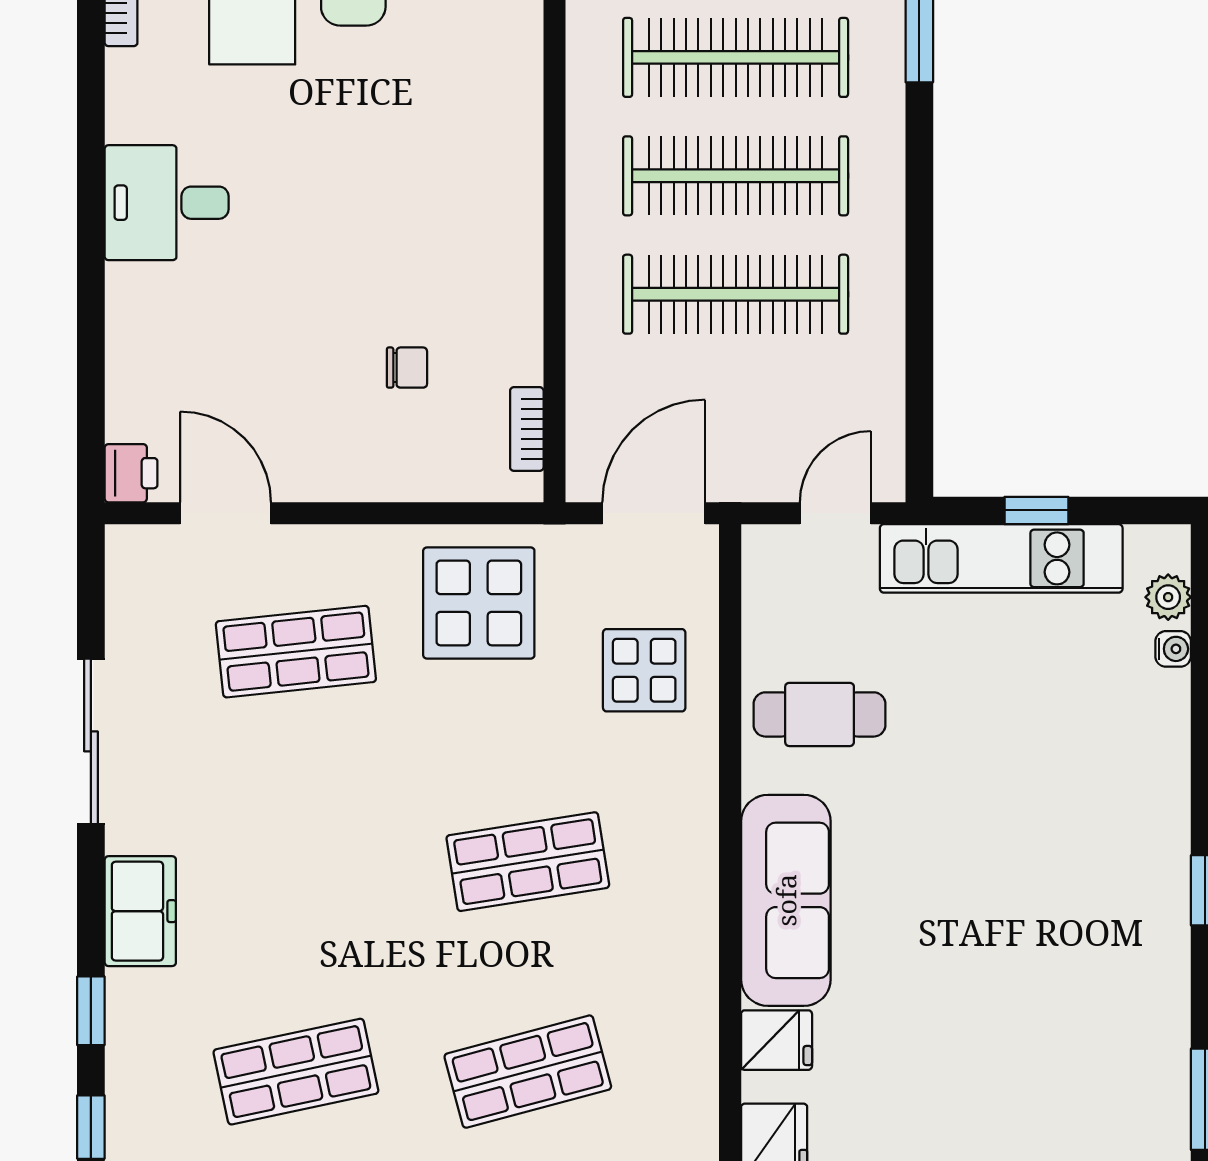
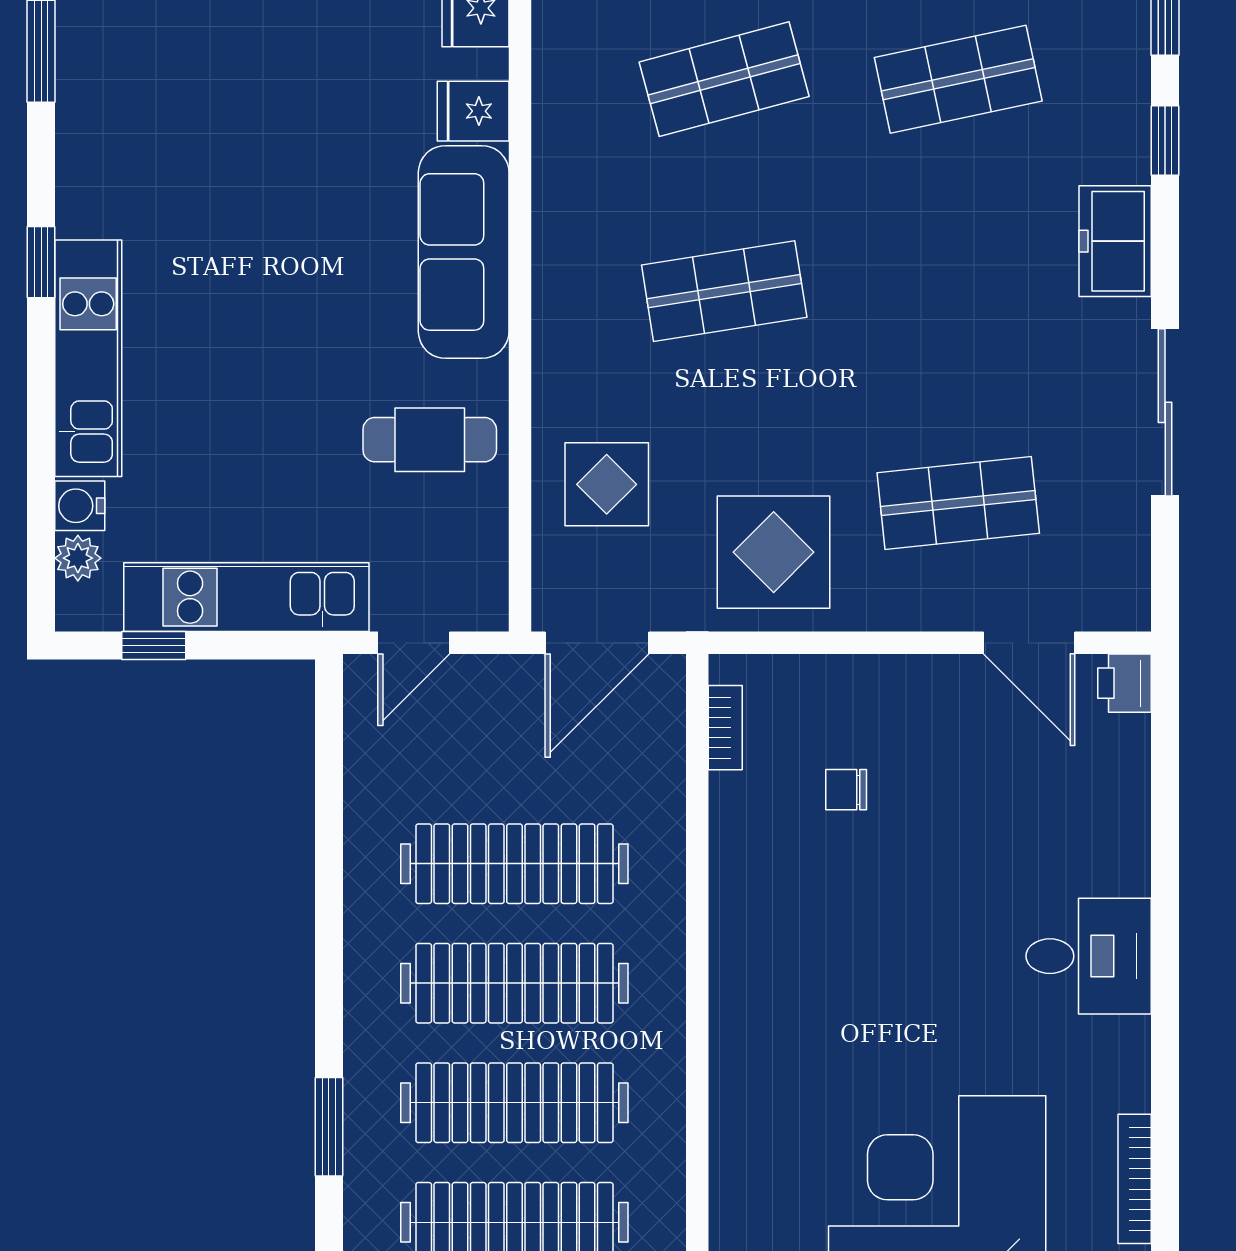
window: (1036, 510) -> (154, 645), moved
water cooler: (1173, 649) -> (80, 506), width x1.38, depth x1.38
kitchen unit: (1158, 795) -> (88, 358), added

